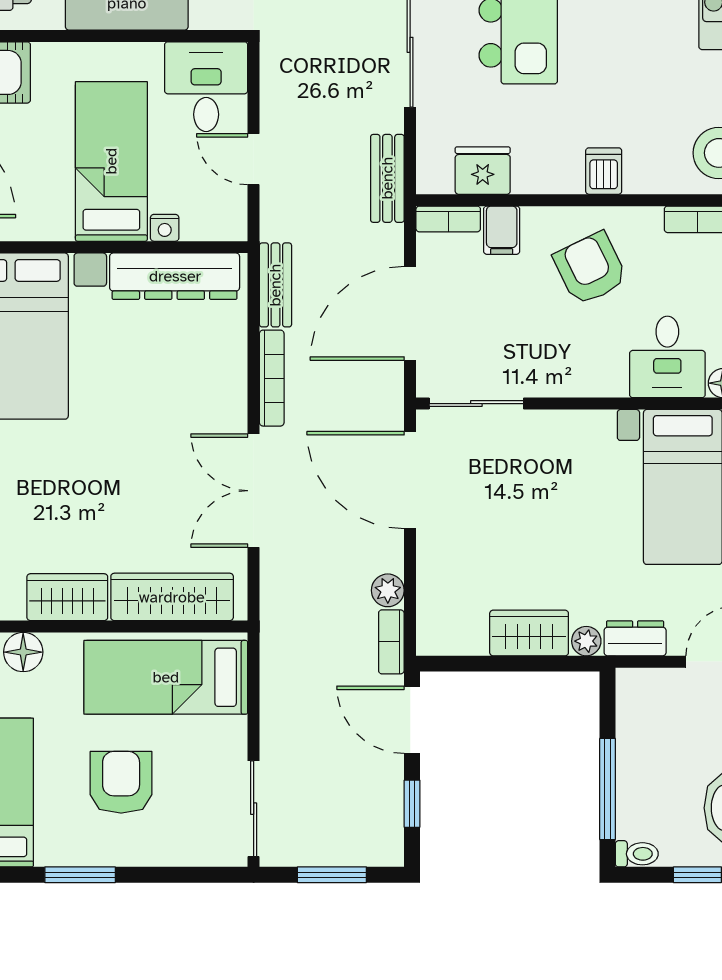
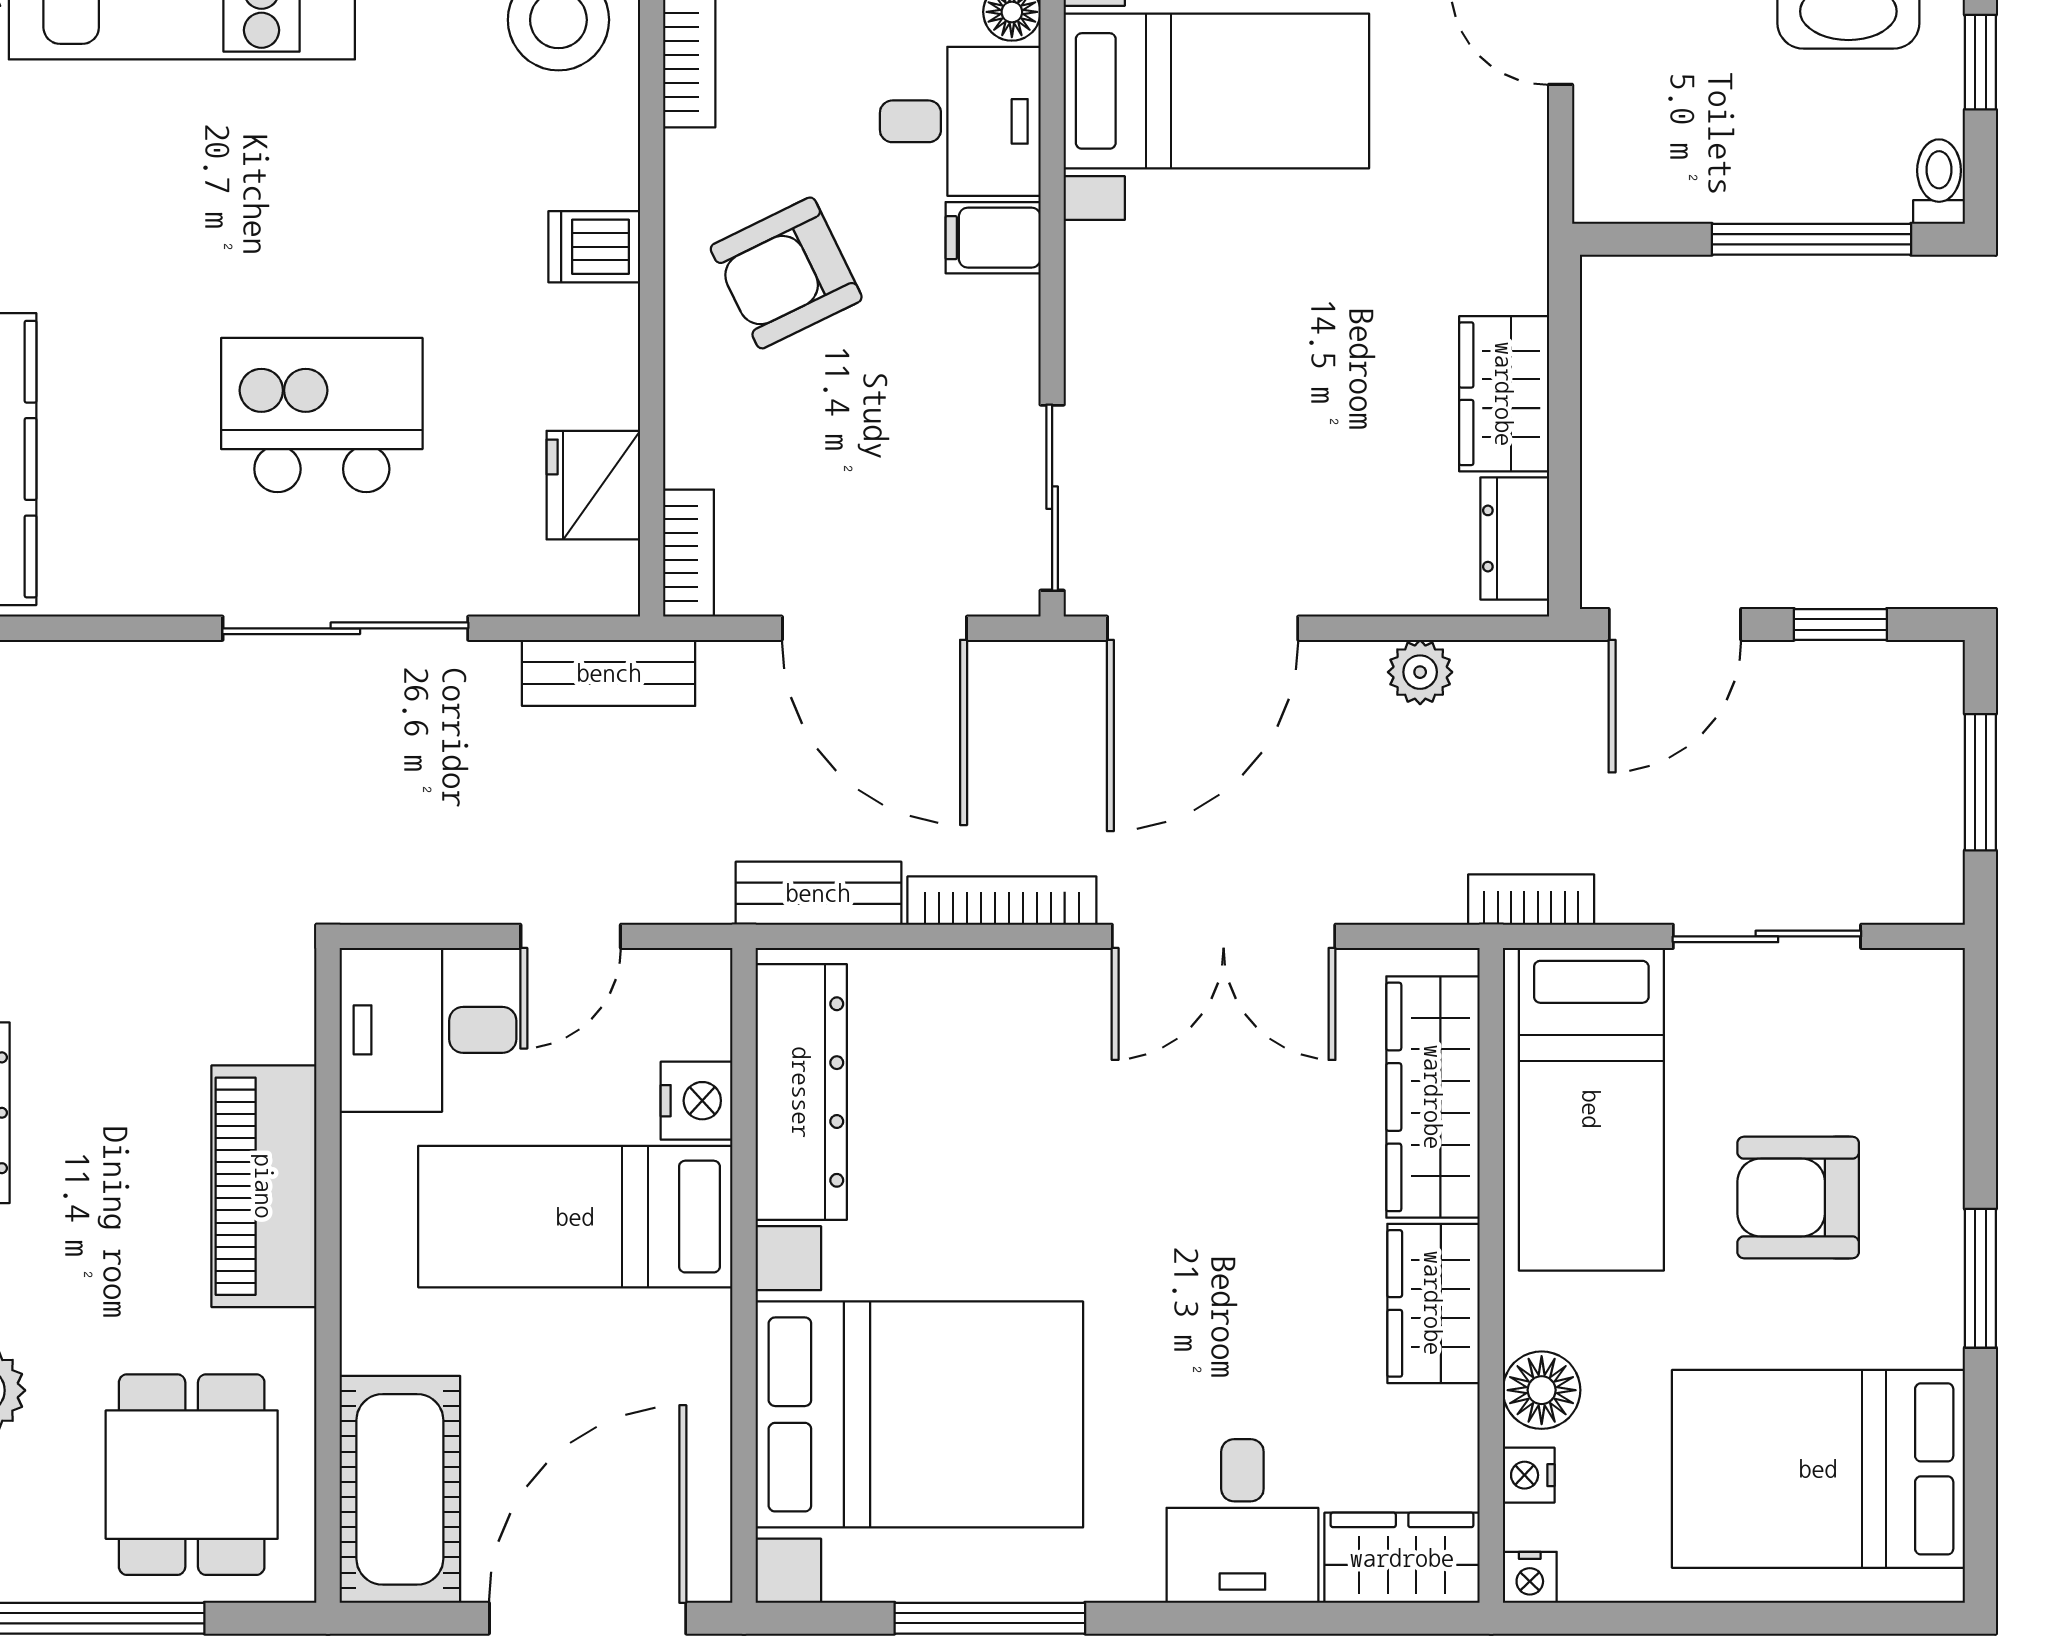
nightstand: (165, 228) -> (697, 1101), width x1.39, depth x1.35
filing cabinet: (502, 230) -> (993, 238), moved, turned 180
dresser: (635, 638) -> (1515, 539), moved
plant: (586, 641) -> (1520, 281), removed
bookcase: (391, 642) -> (1531, 900), moved, turned 180
sliding door: (254, 809) -> (1767, 936), moved

